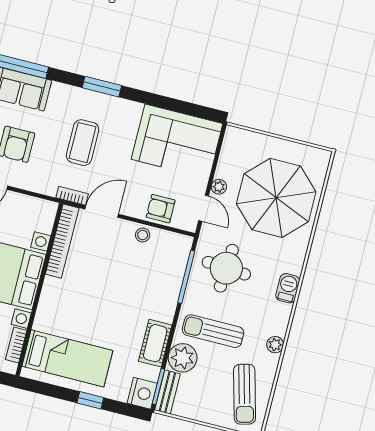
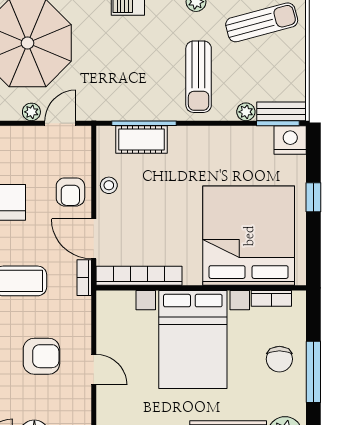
armchair: (161, 209) -> (70, 192), moved
round table: (226, 268) -> (123, 80), removed
cot: (155, 343) -> (142, 140), moved
bed: (67, 358) -> (249, 236), width x2.04
plant: (183, 358) -> (246, 112), width x0.53, depth x0.53

